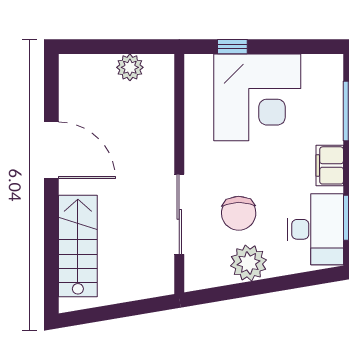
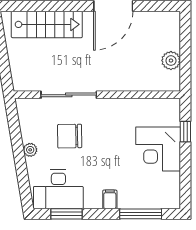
corner desk: (257, 97) -> (158, 149), width x0.74, depth x0.74
filing cabinet: (330, 165) -> (110, 199), width x0.50
plant: (249, 263) -> (30, 150), width x0.53, depth x0.53

